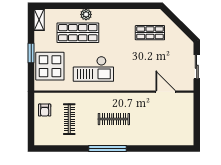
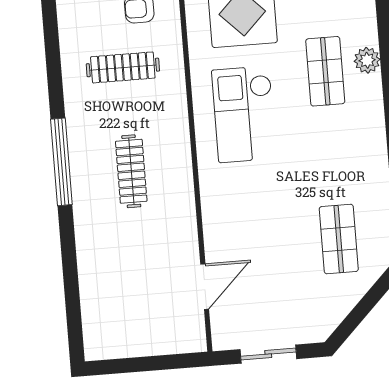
plant: (86, 14) -> (367, 60), moved
shop shelf: (78, 33) -> (325, 71), width x0.70, depth x0.74

